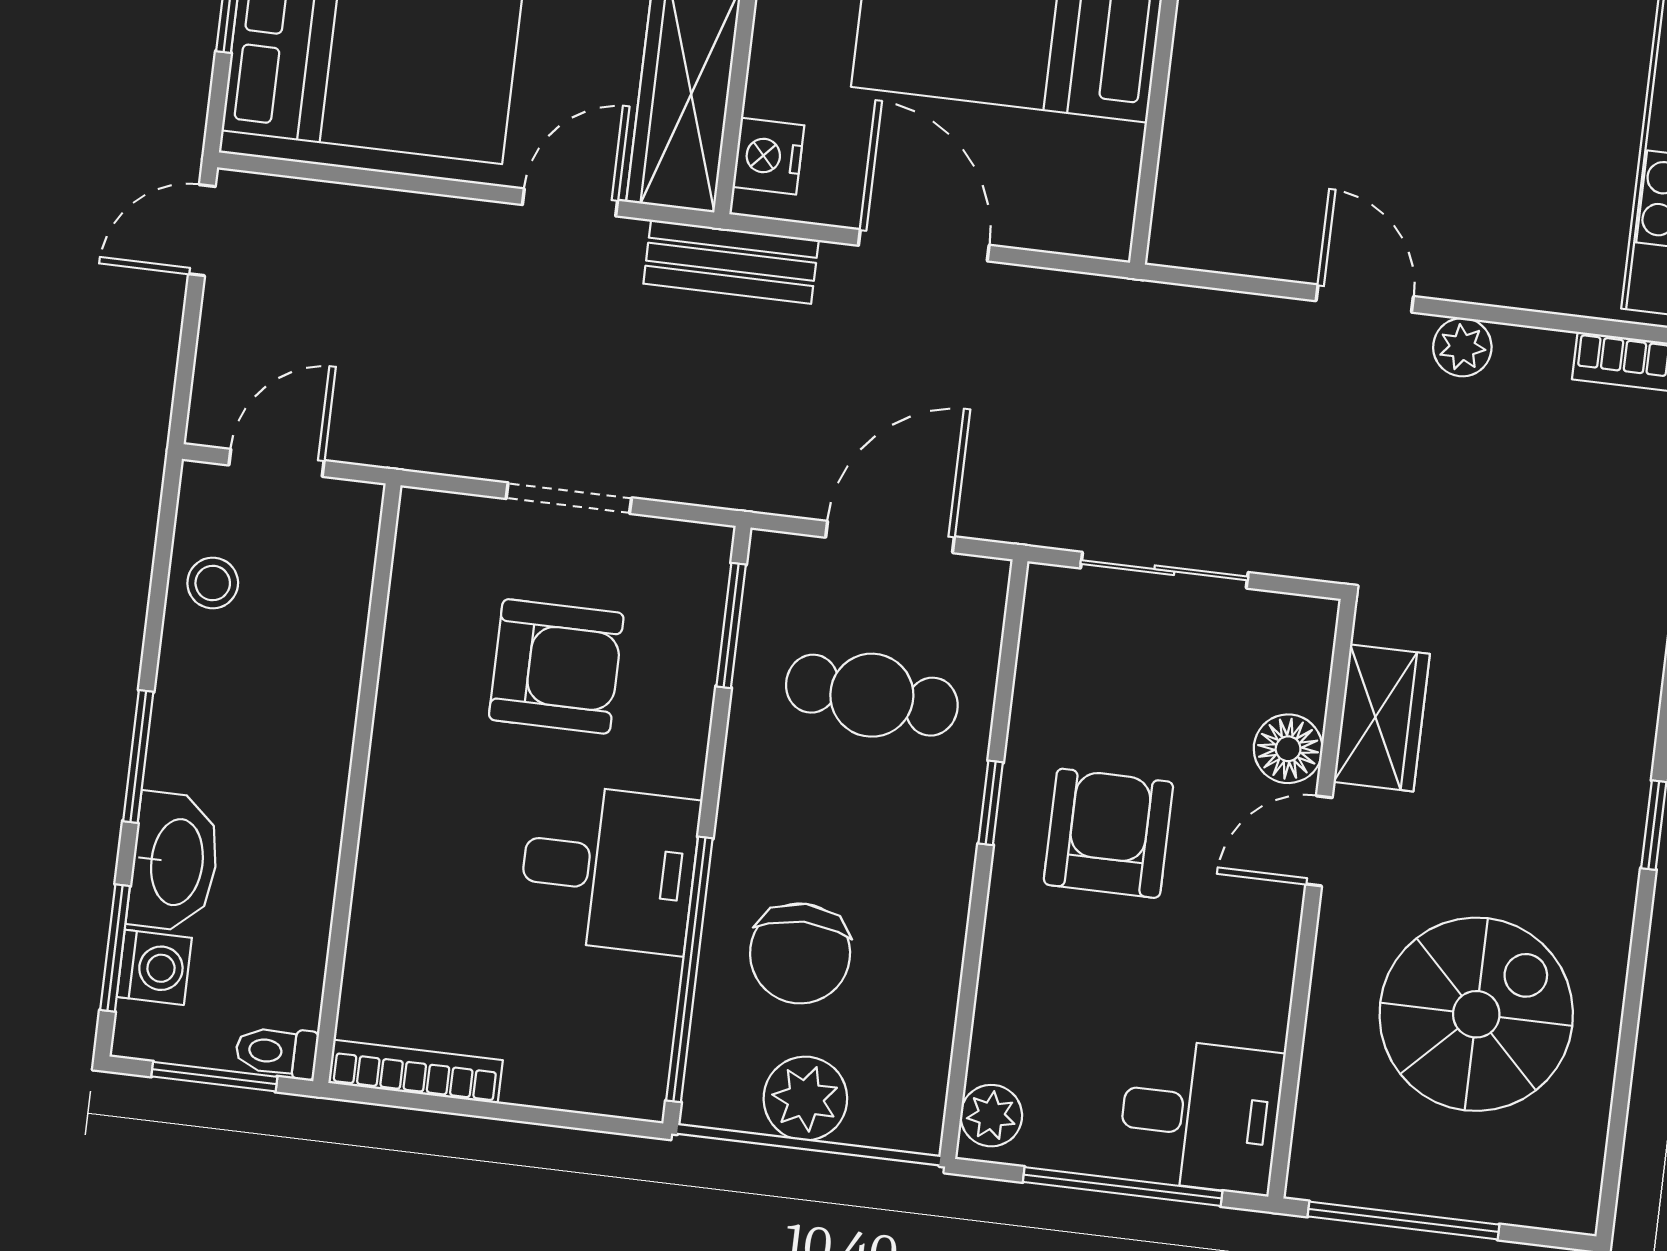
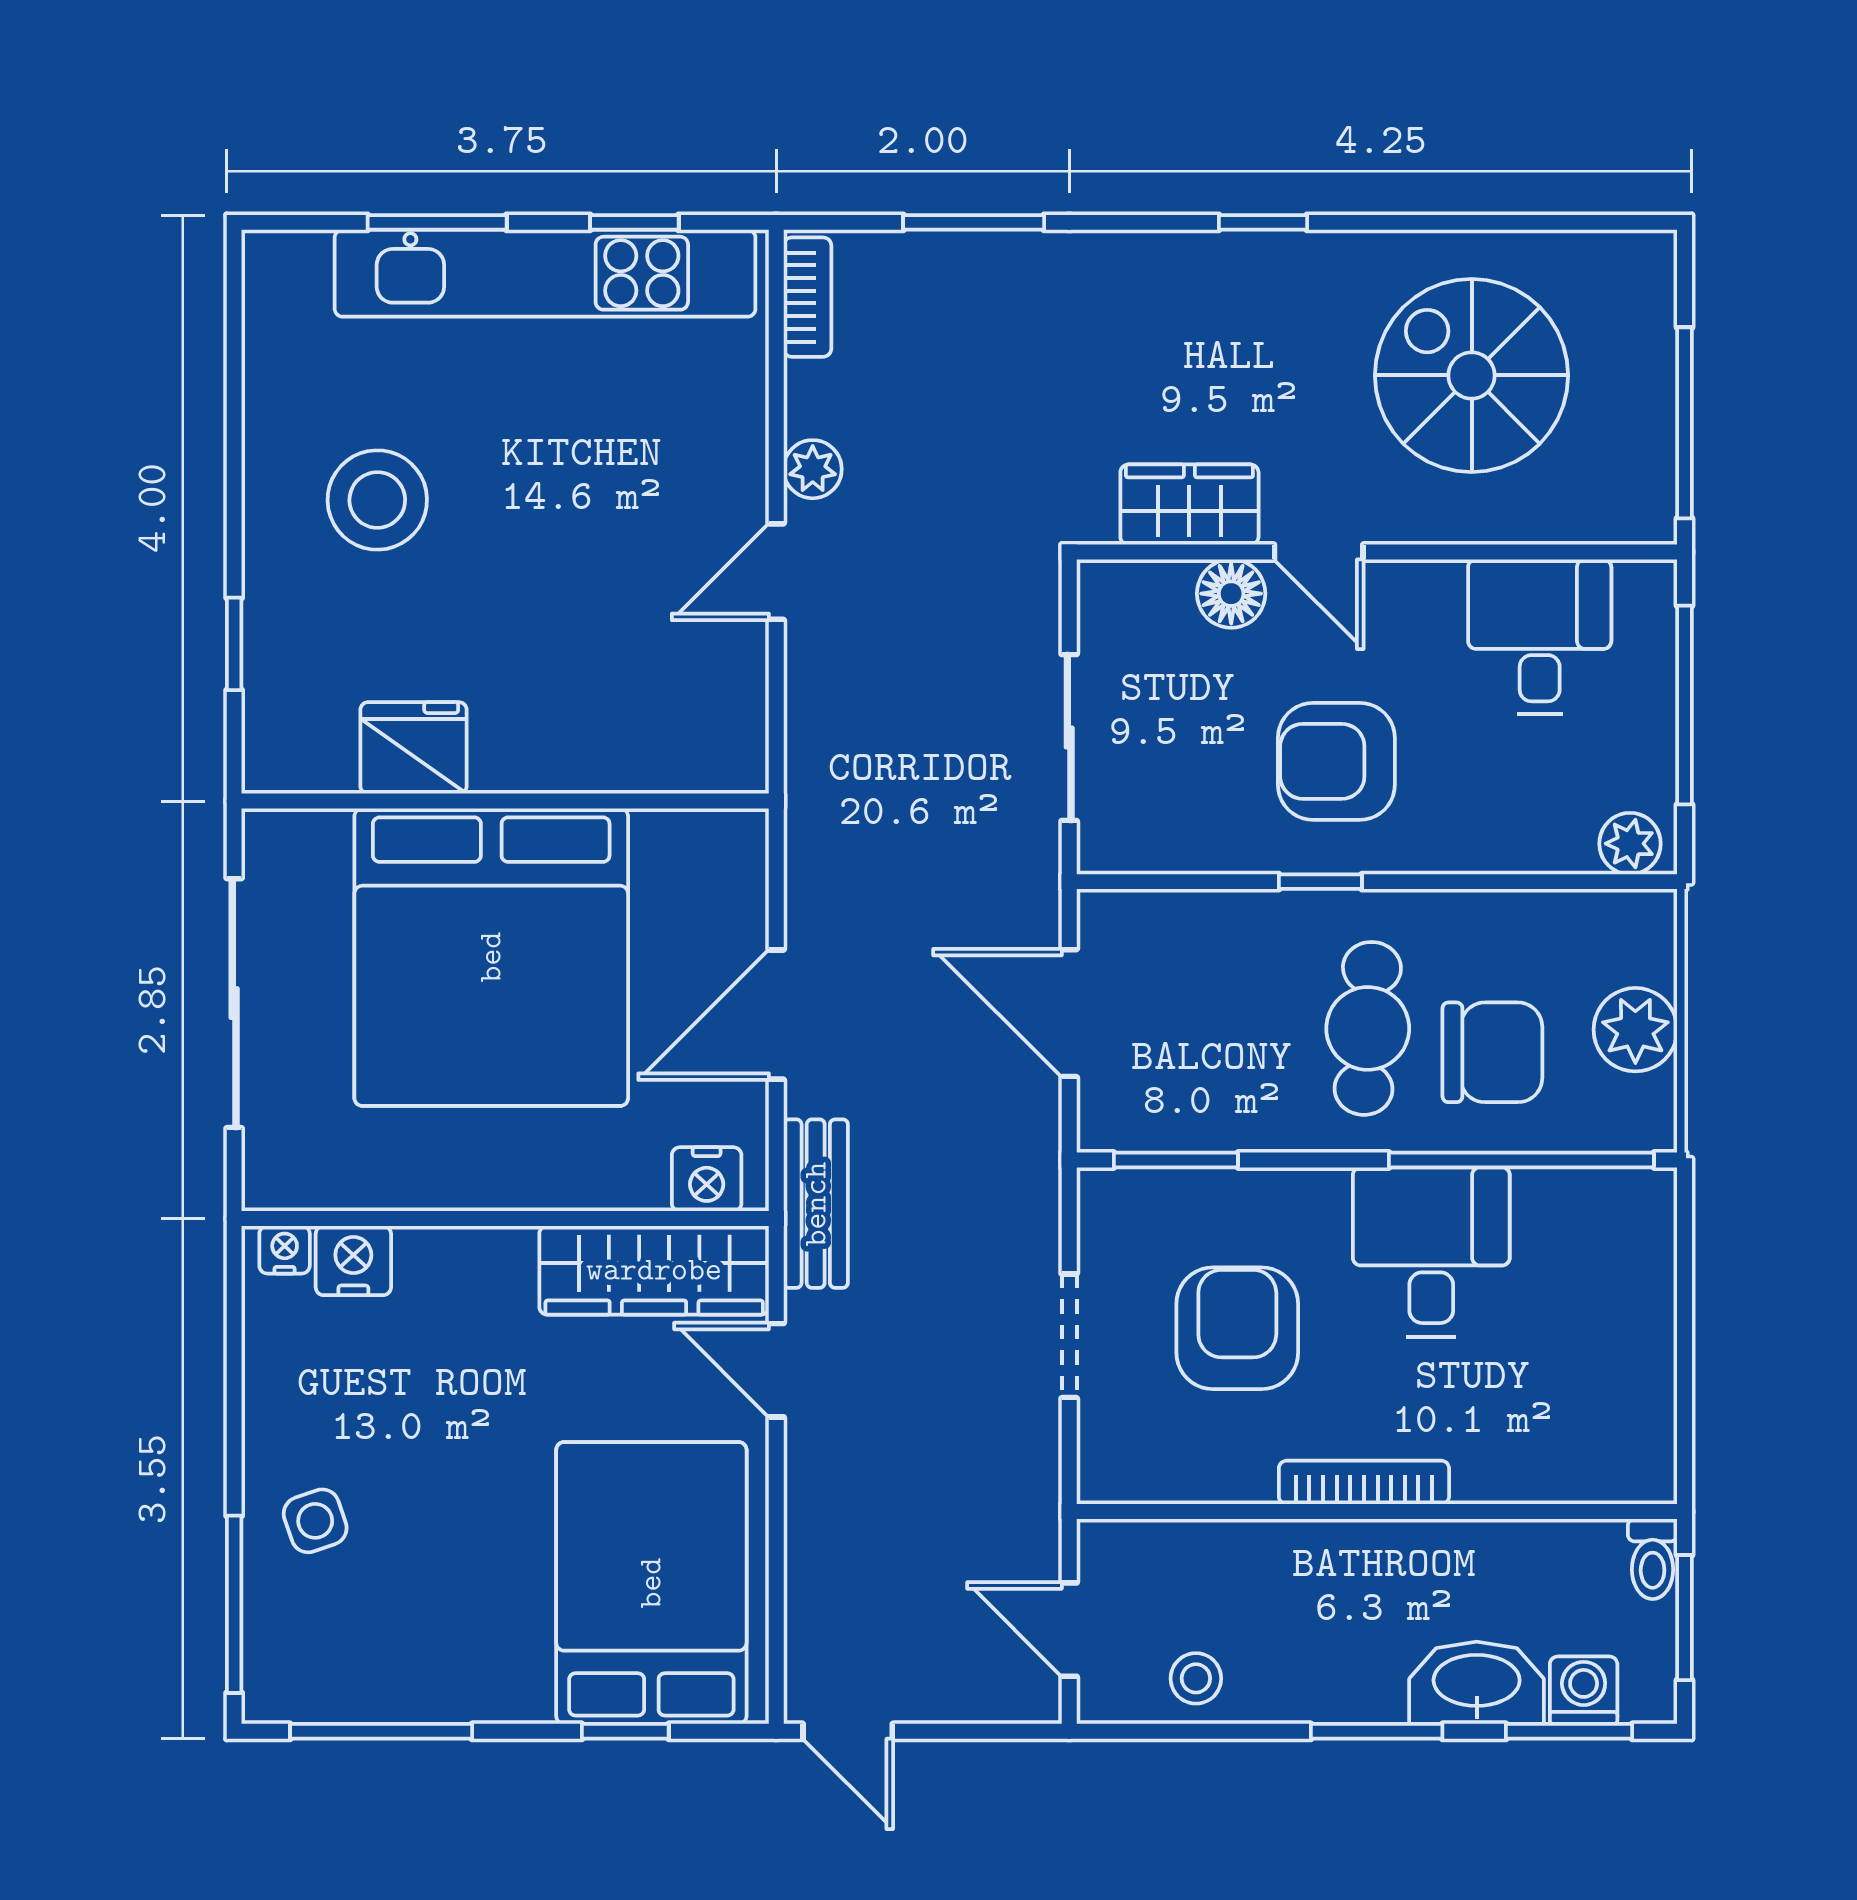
cafe table: (872, 695) -> (1368, 1028), moved
bookcase: (415, 1072) -> (1364, 1482), moved, turned 90
desk: (1200, 1116) -> (1540, 637), moved

